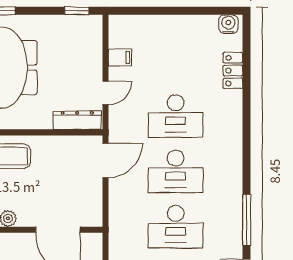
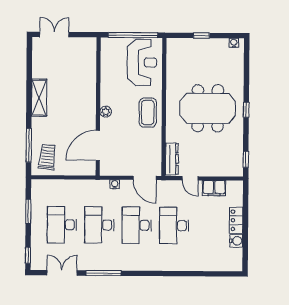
water cooler: (228, 24) -> (236, 241), moved
filing cabinet: (120, 57) -> (214, 188), width x2.00
locker: (233, 71) -> (236, 220), moved, turned -90
water cooler: (115, 204) -> (115, 184), added

